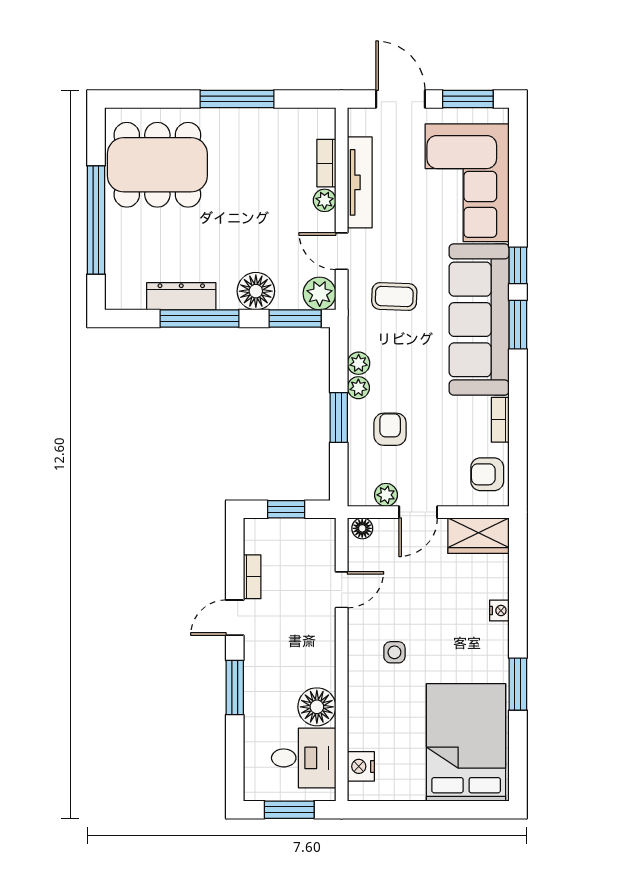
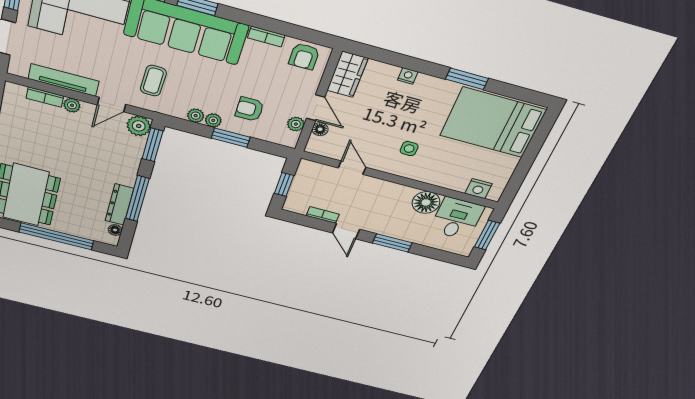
floor lamp: (256, 291) -> (115, 230), moved, width x0.53, depth x0.53
floor lamp: (362, 528) -> (320, 129), moved

